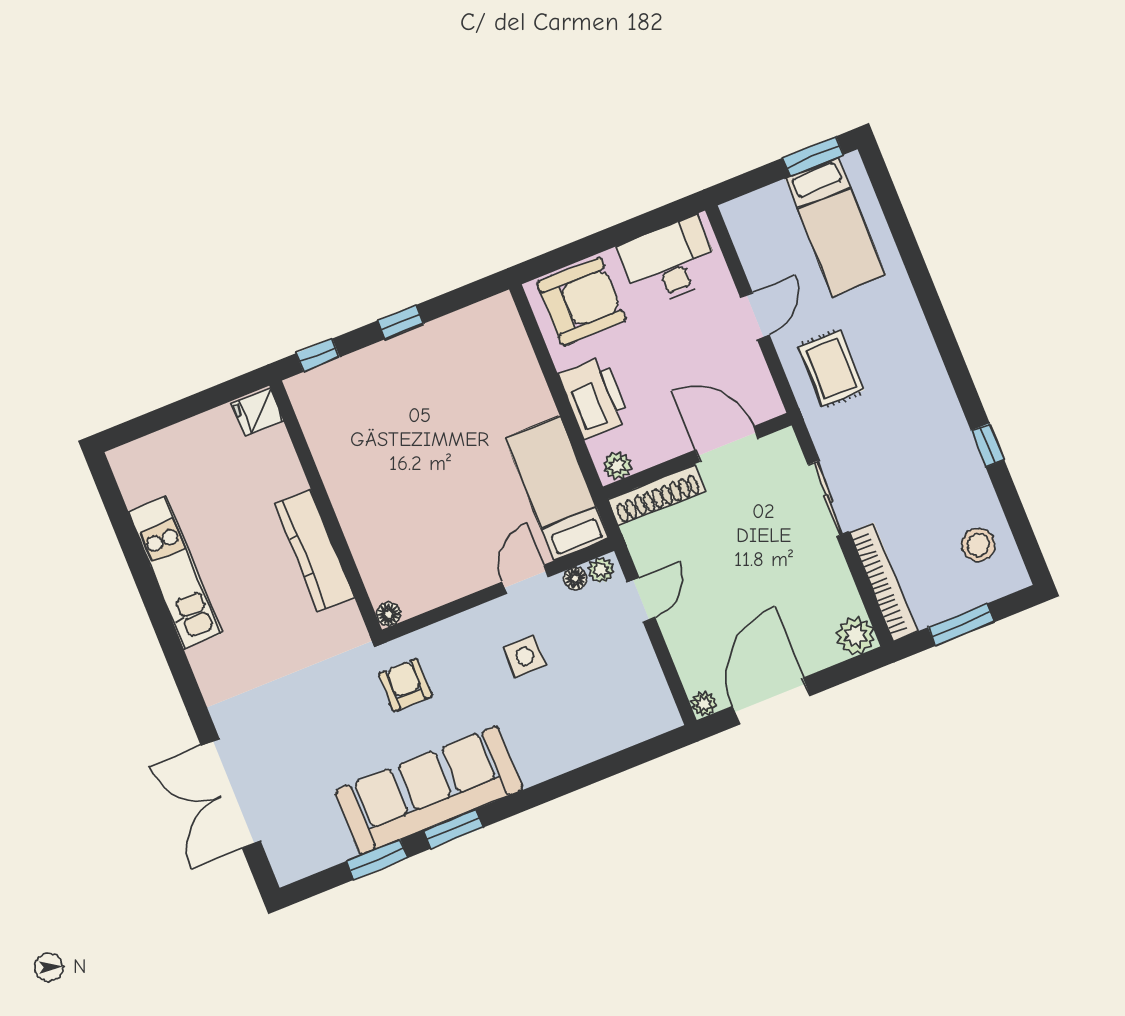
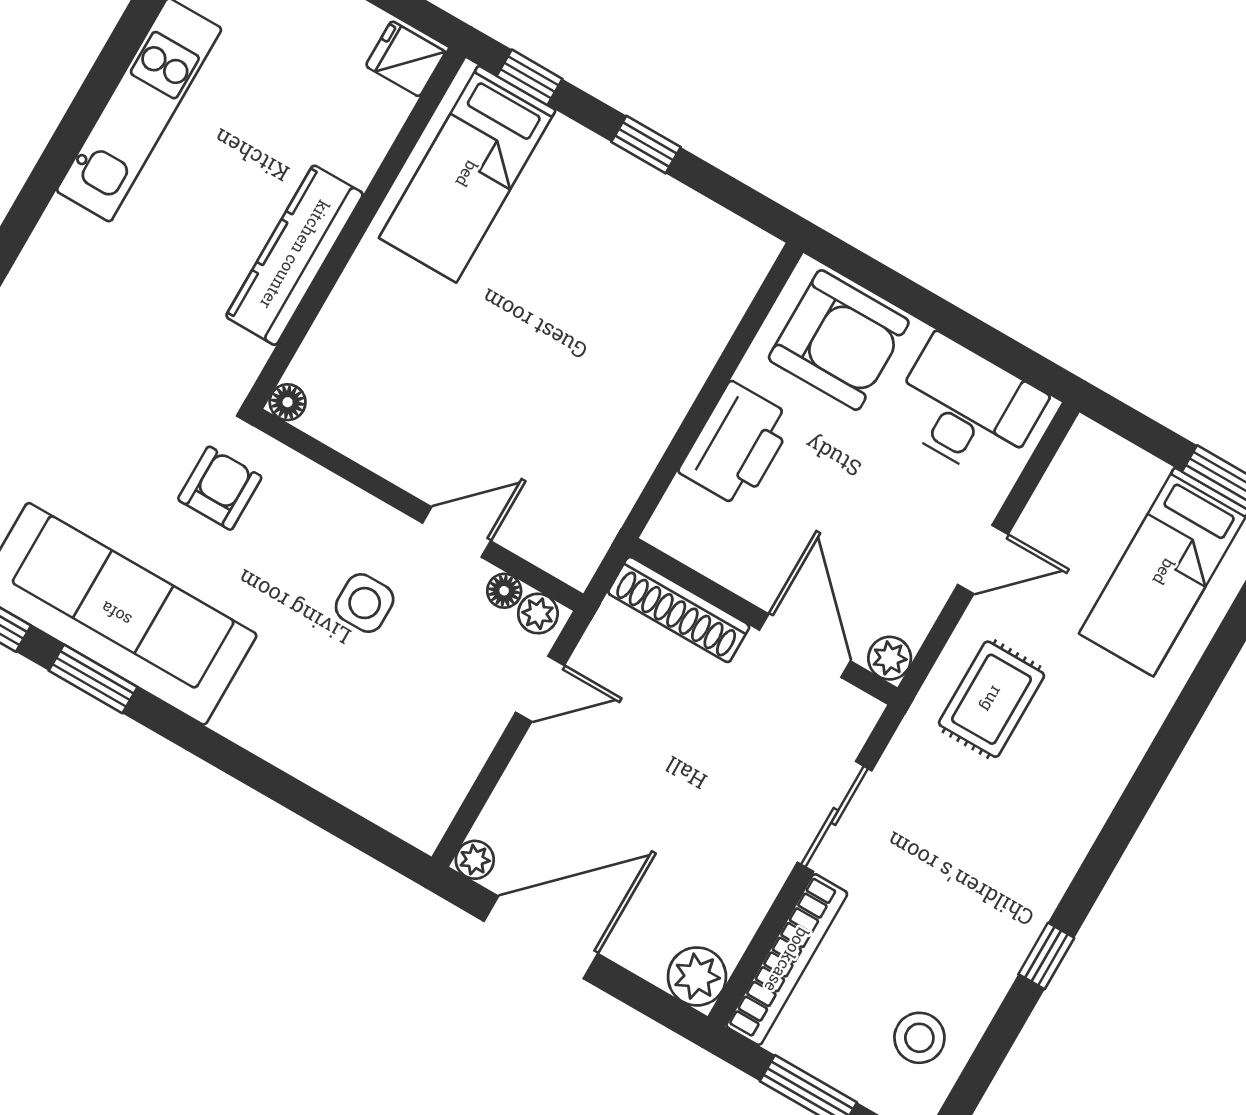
plant: (617, 466) -> (890, 658), moved
bed: (557, 488) -> (467, 174), moved, turned 180

